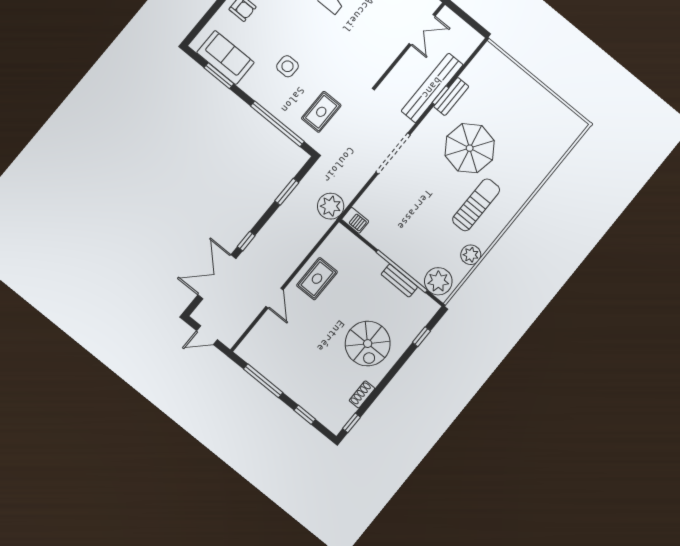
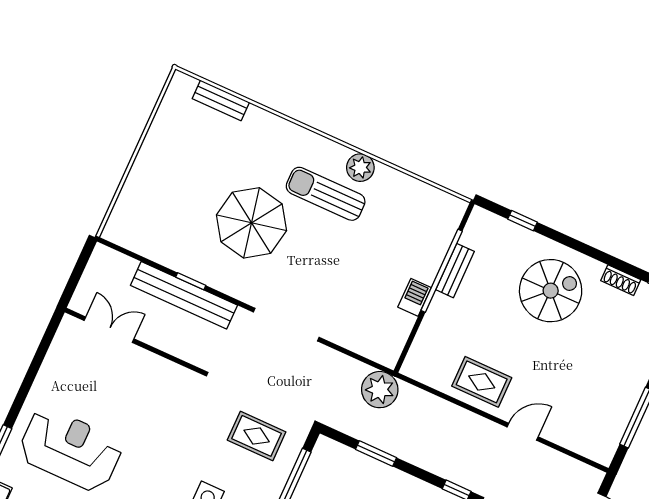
bench: (451, 97) -> (221, 100), moved
barbecue: (355, 220) -> (414, 297), moved
plant: (471, 255) -> (360, 168), moved
plant: (438, 281) -> (442, 218), removed

